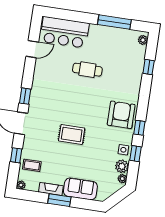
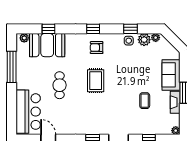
booth: (132, 63) -> (47, 45), added
armchair: (121, 115) -> (97, 48), width x0.53, depth x0.53
window: (139, 128) -> (93, 29), moved
rug: (72, 134) -> (96, 81), moved
coffee table: (32, 165) -> (145, 101), moved

